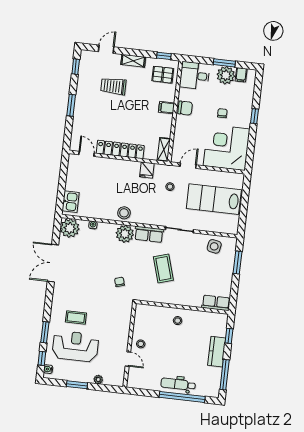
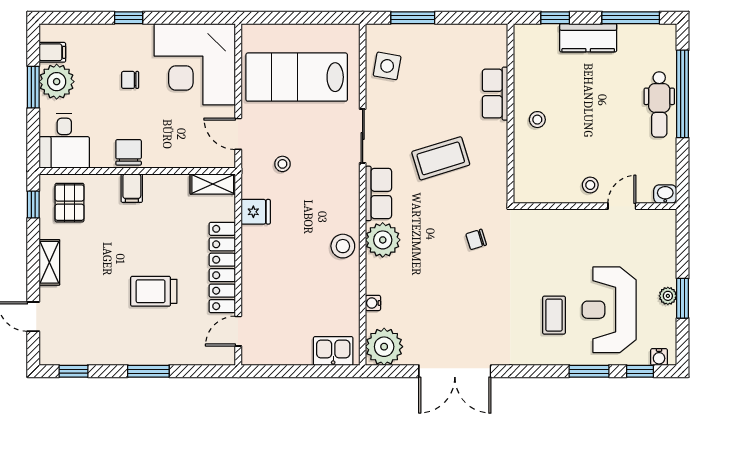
trolley: (113, 86) -> (154, 291), moved, turned 90
lab bench: (214, 199) -> (297, 77), turned 90
row of seats: (216, 303) -> (495, 94), moved
plant: (98, 380) -> (668, 296), moved
washbasin: (132, 382) -> (665, 194), added

